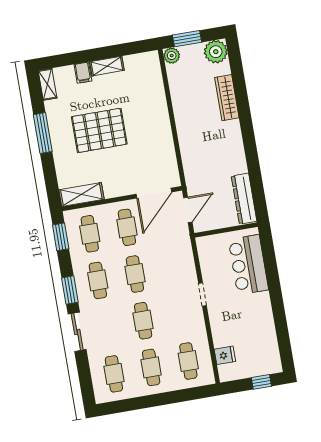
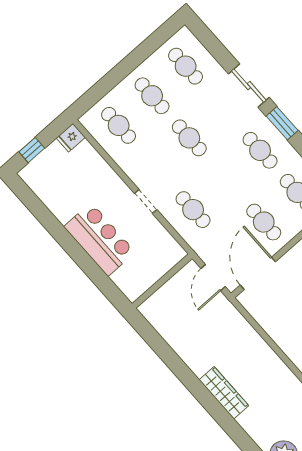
wardrobe: (227, 98) -> (224, 393), moved
dresser: (244, 199) -> (163, 324), removed
bar counter: (248, 265) -> (100, 239), moved
cafe table: (135, 274) -> (193, 210), moved
fridge: (225, 355) -> (71, 138), moved

